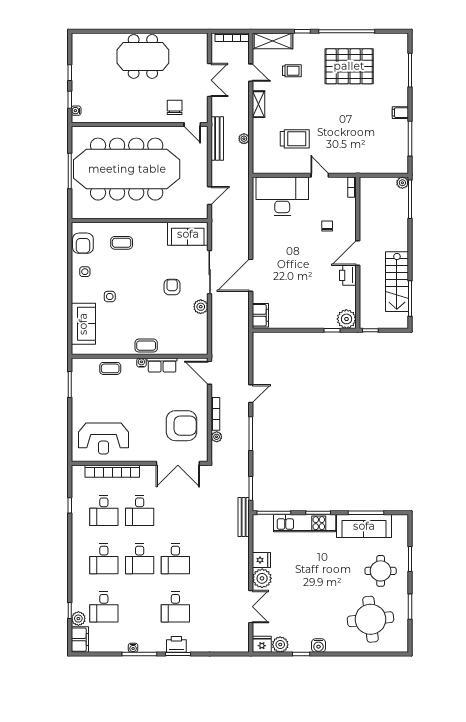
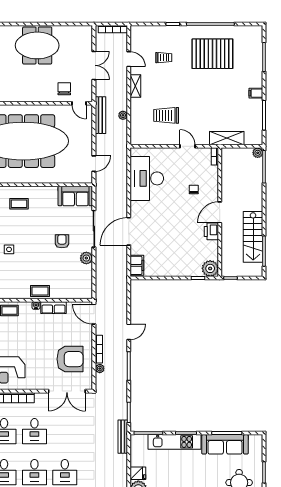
shelving: (273, 41) -> (227, 138), moved
trolley: (295, 139) -> (166, 115), turned 180
desk: (282, 196) -> (147, 178), moved, turned -90

